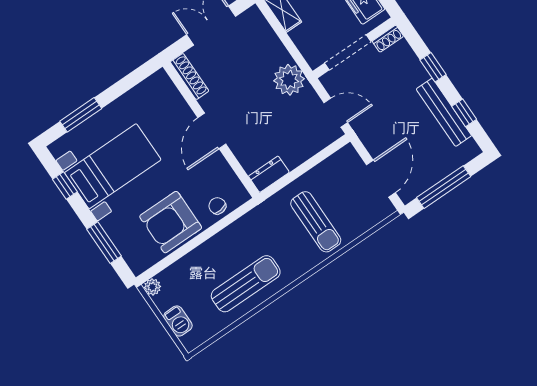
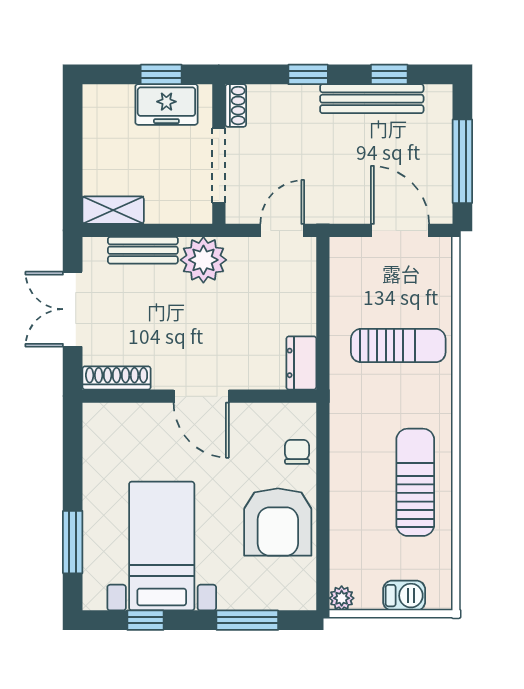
bench: (271, 42) -> (143, 250), added
chair: (217, 206) -> (297, 452), turned 97

